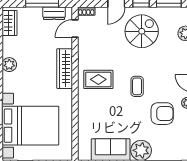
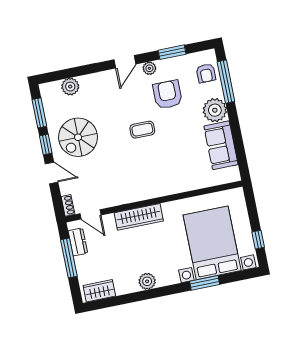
spiral stairs: (142, 31) -> (78, 137), turned -90
rug: (98, 79) -> (143, 176), removed
armchair: (173, 149) -> (206, 73), added

